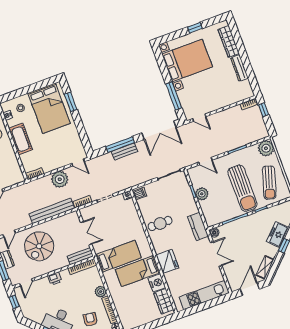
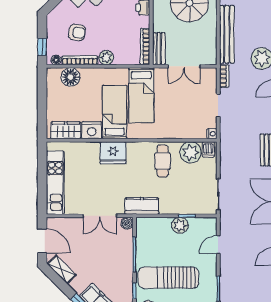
plant: (146, 206) -> (191, 152), added
floor lamp: (124, 312) -> (70, 77), added

